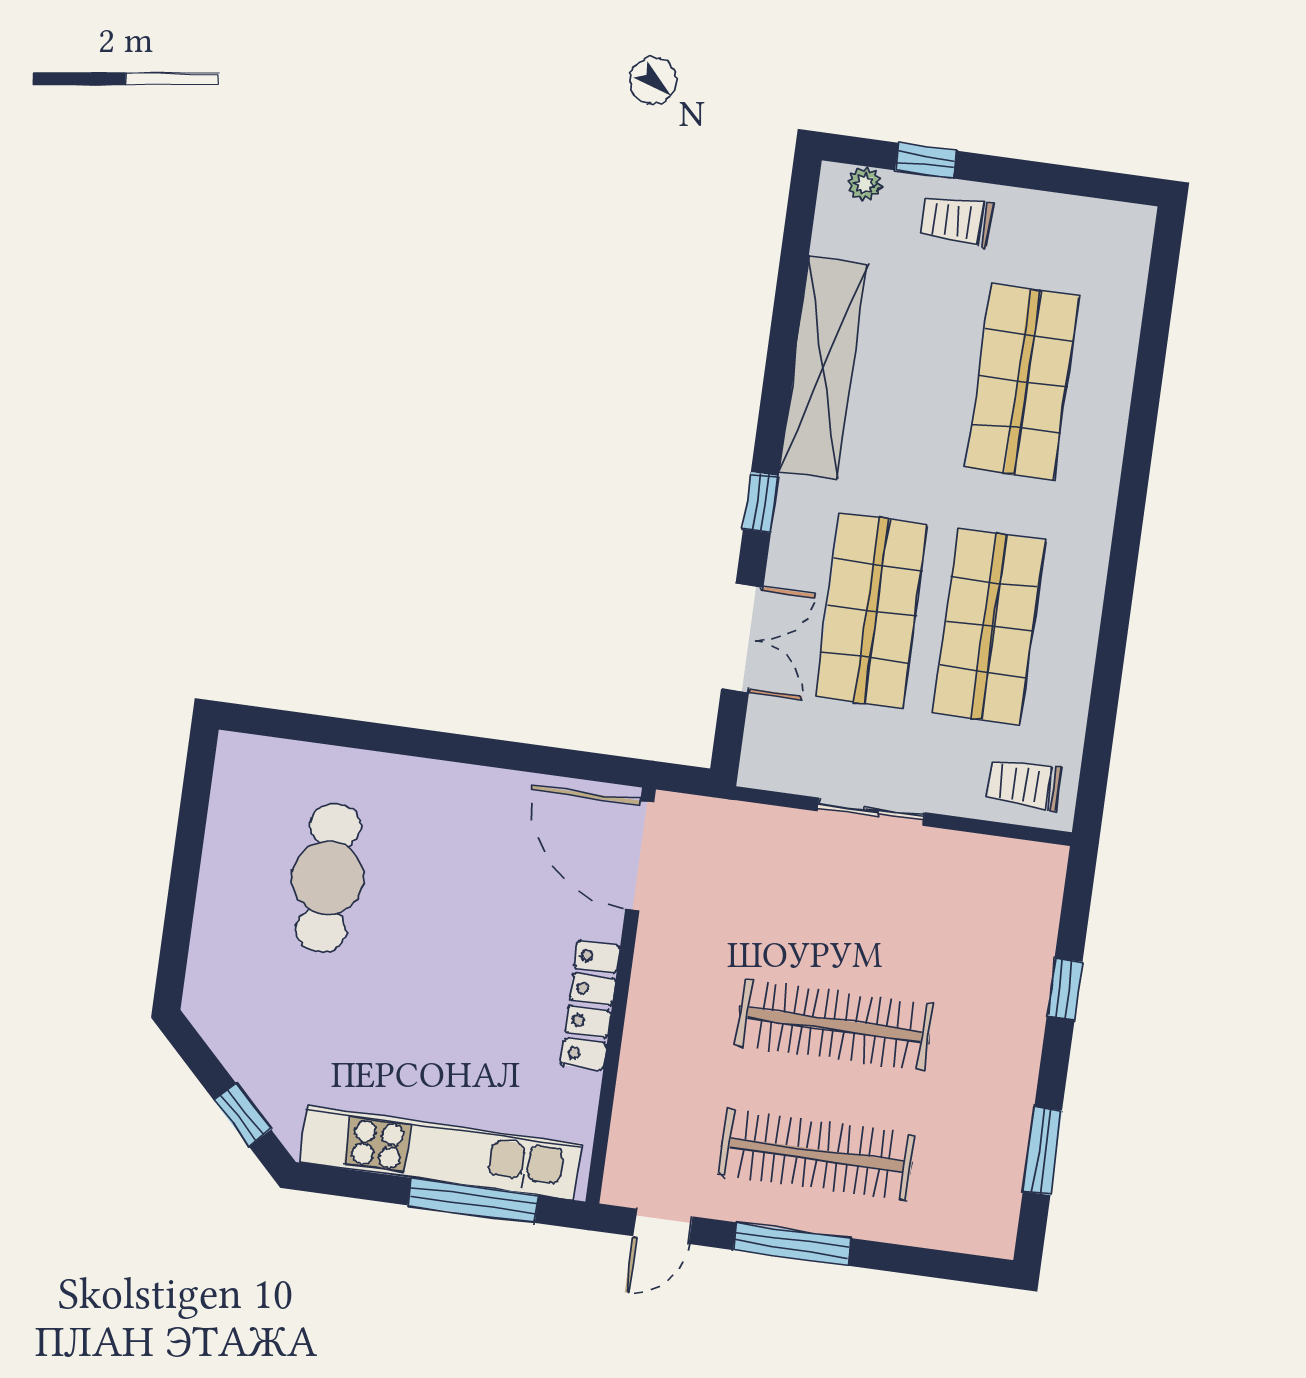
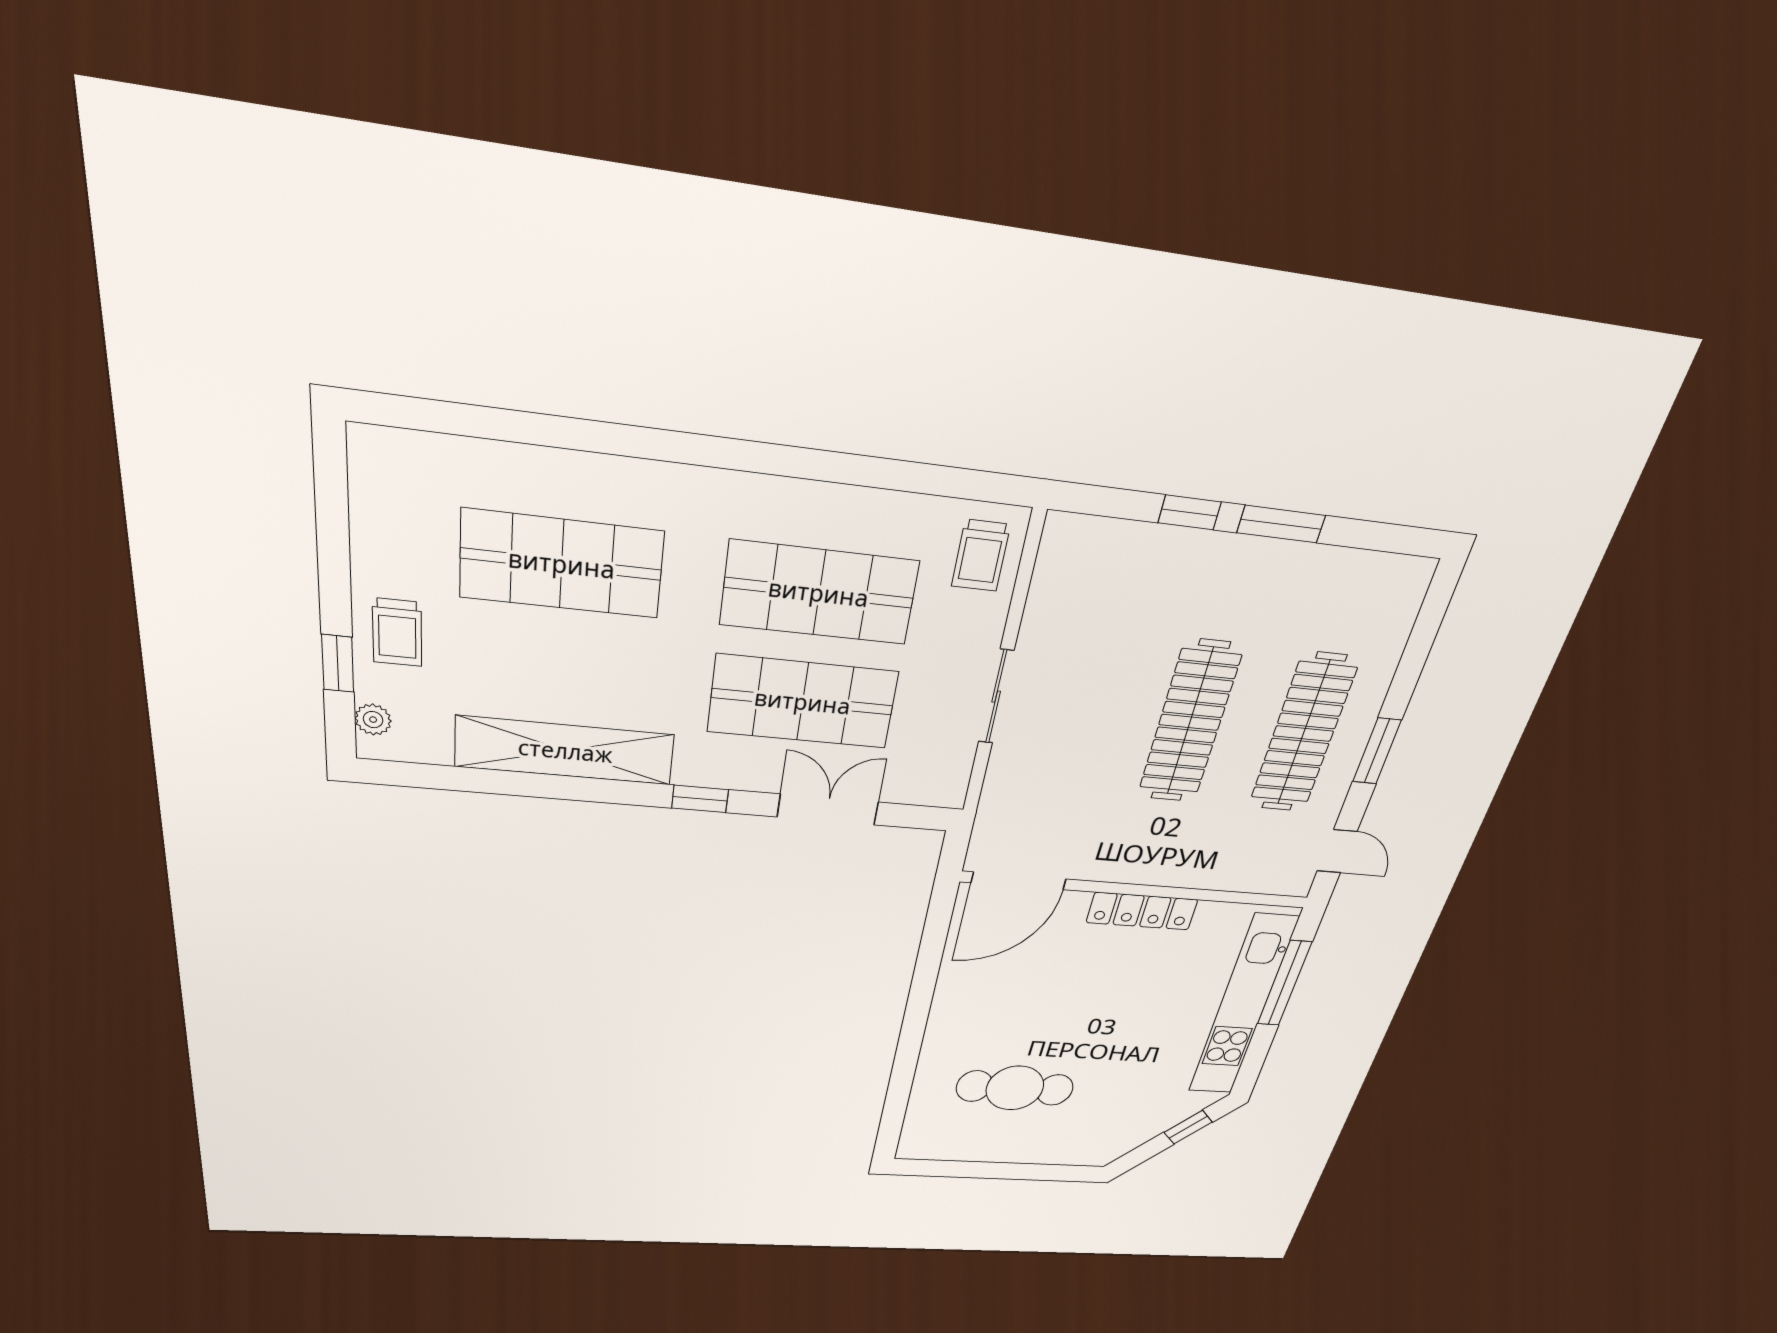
window: (1042, 1151) -> (1281, 524), moved
window: (792, 1244) -> (1377, 751), width x0.69

